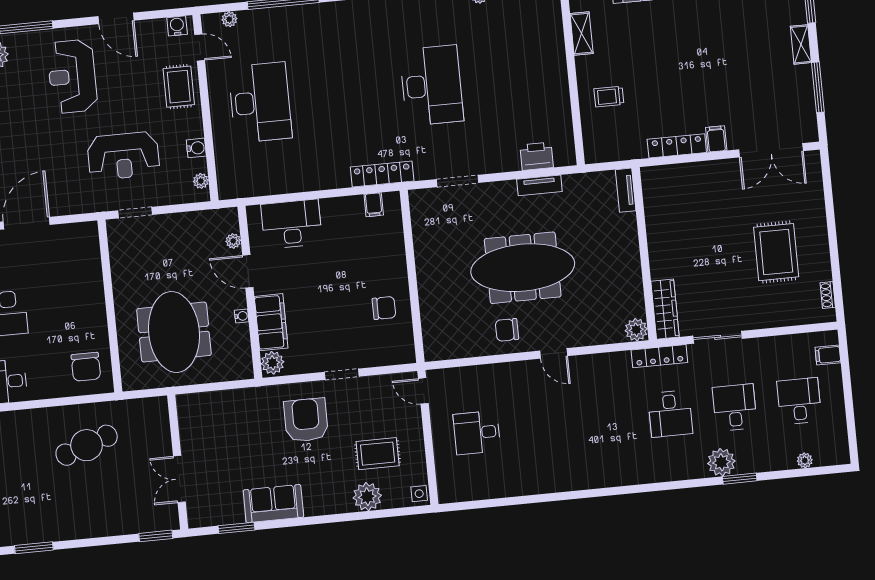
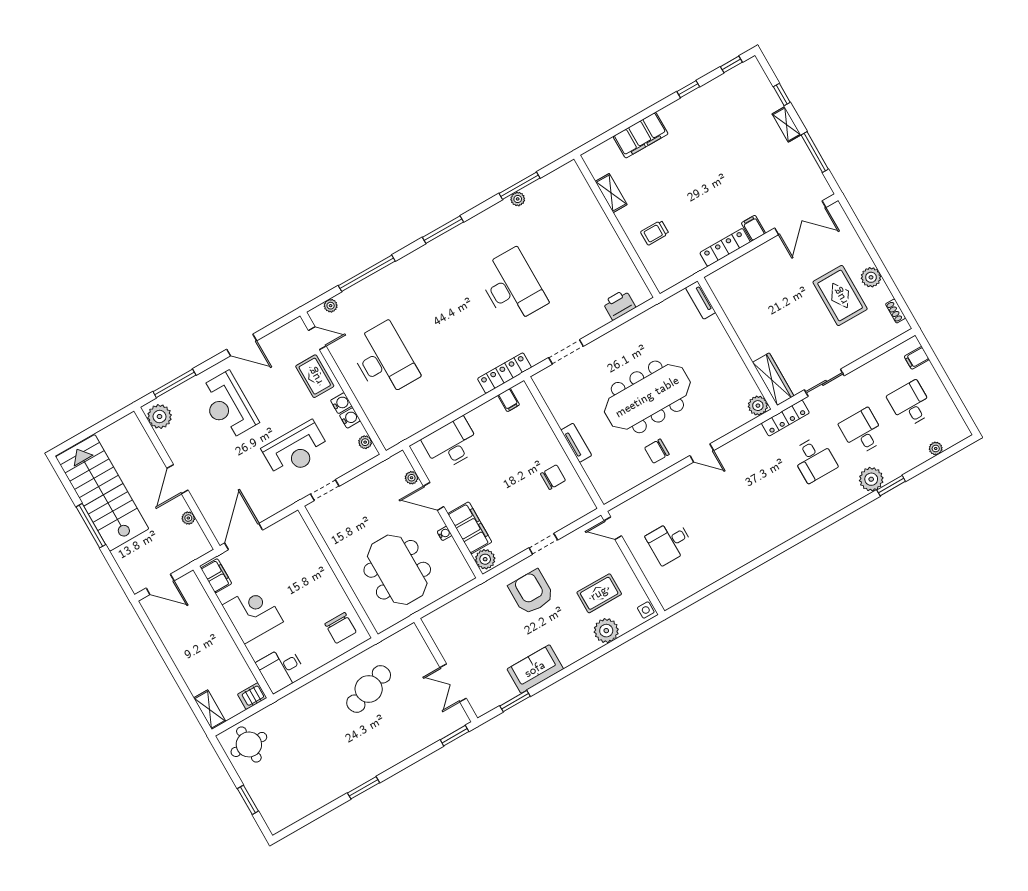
water cooler: (177, 26) -> (341, 403), moved, turned 90
tv unit: (539, 185) -> (576, 443), moved, turned -90
plant: (818, 247) -> (871, 277), added

